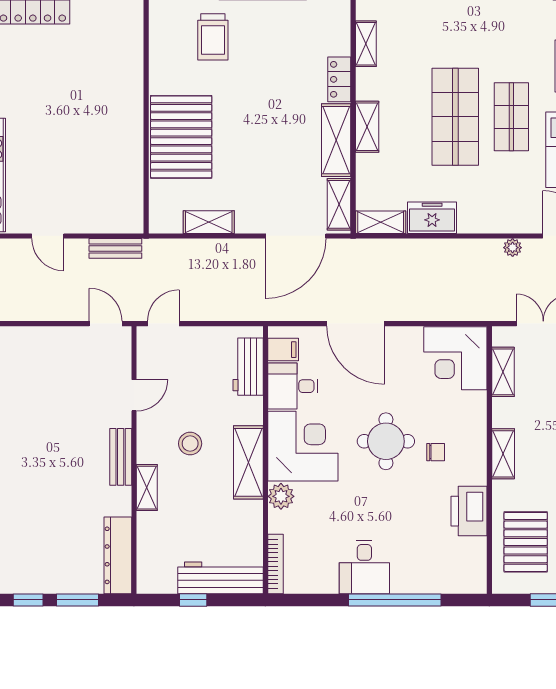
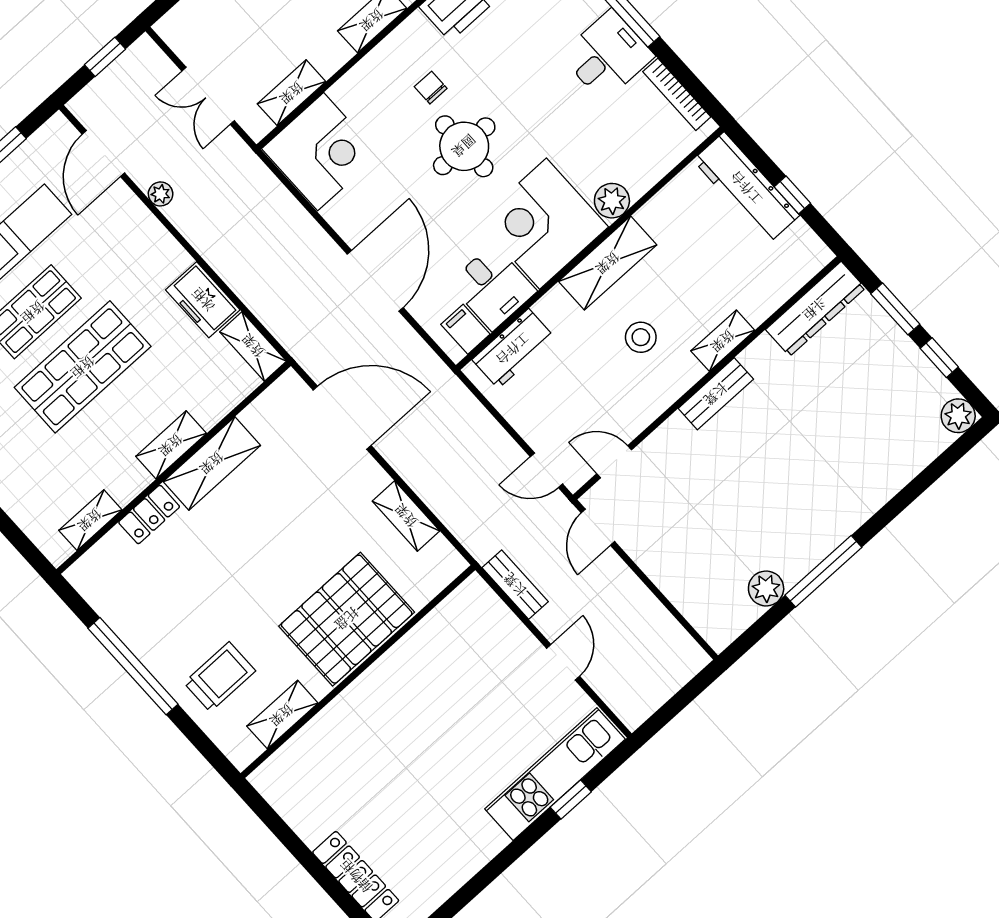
shelving: (339, 204) -> (282, 715), moved
door: (134, 395) -> (614, 462), moved
bookcase: (276, 564) -> (677, 94), moved, turned -90

